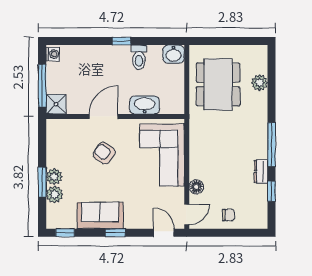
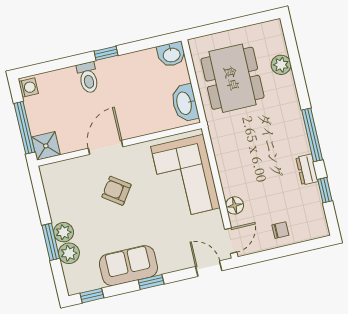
toilet: (139, 57) -> (88, 78), moved
washbasin: (145, 105) -> (185, 103), moved, turned -90

